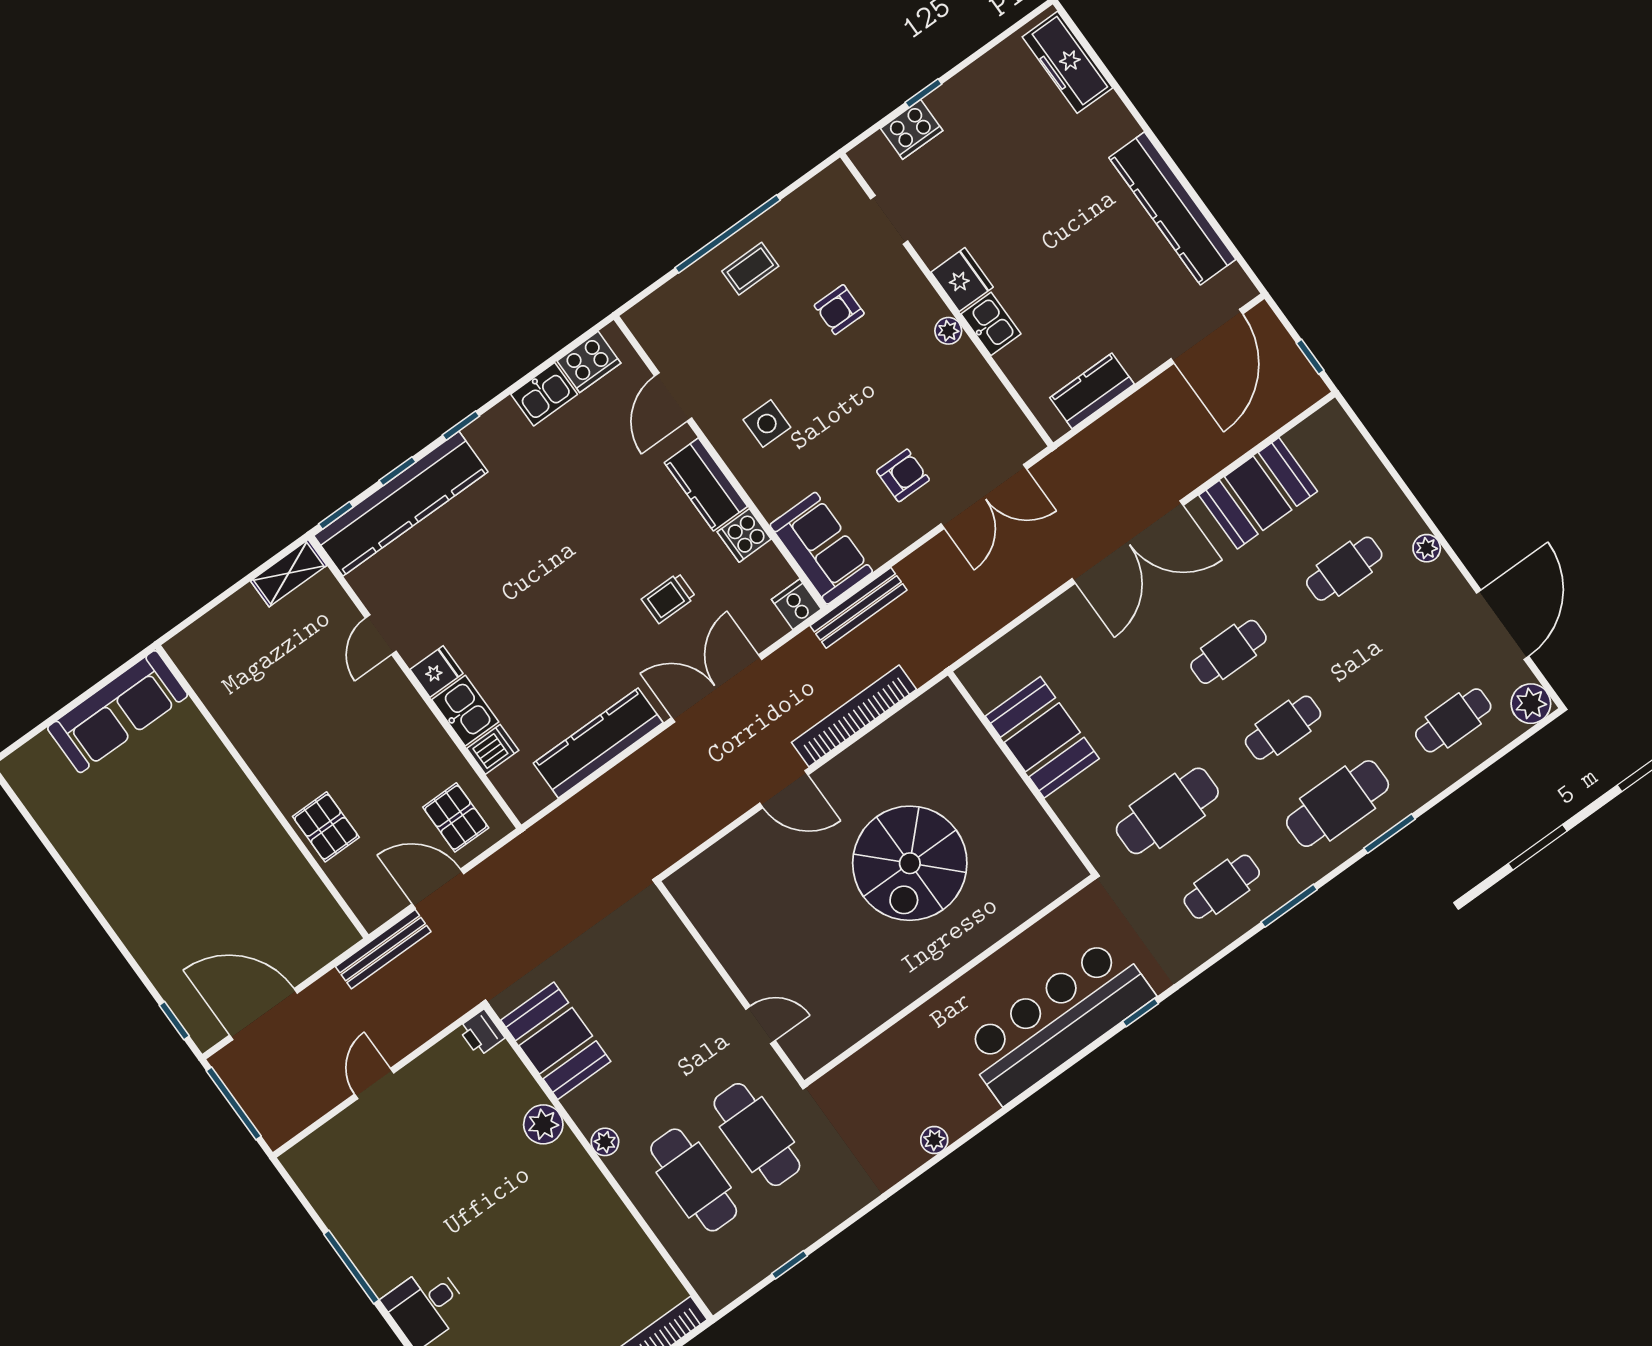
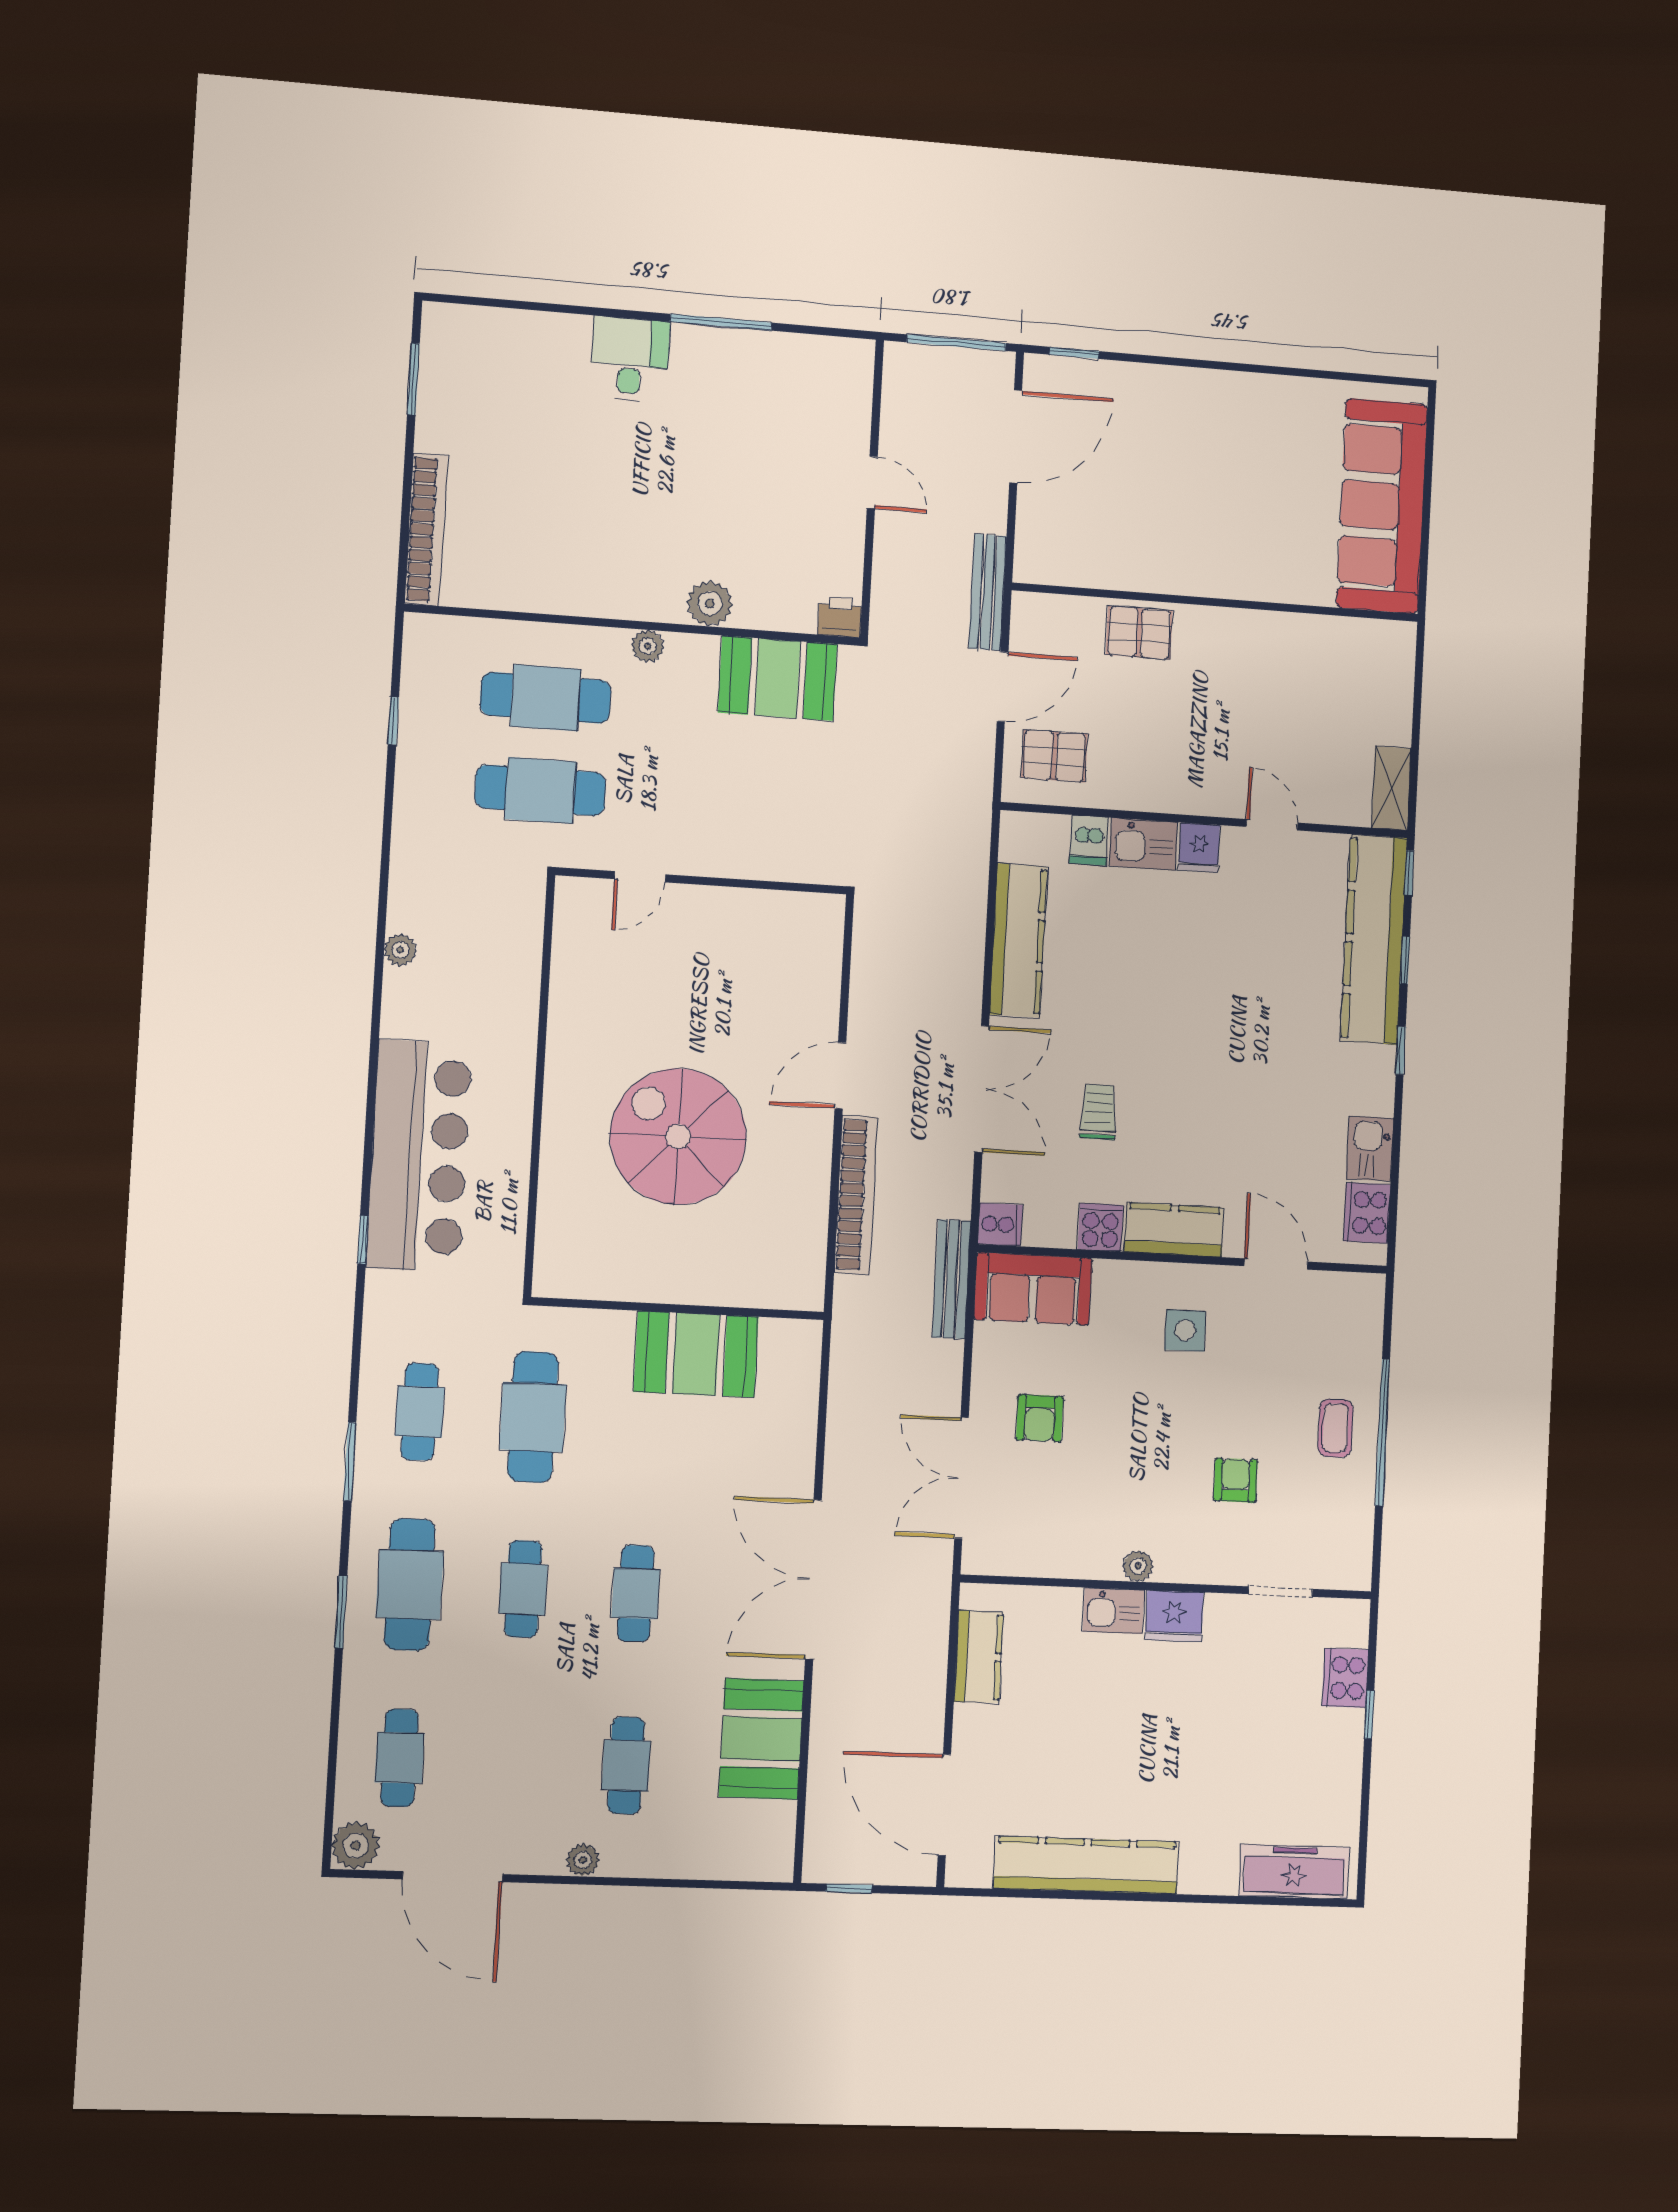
sofa: (118, 712) -> (1382, 506), width x1.36, depth x1.27

